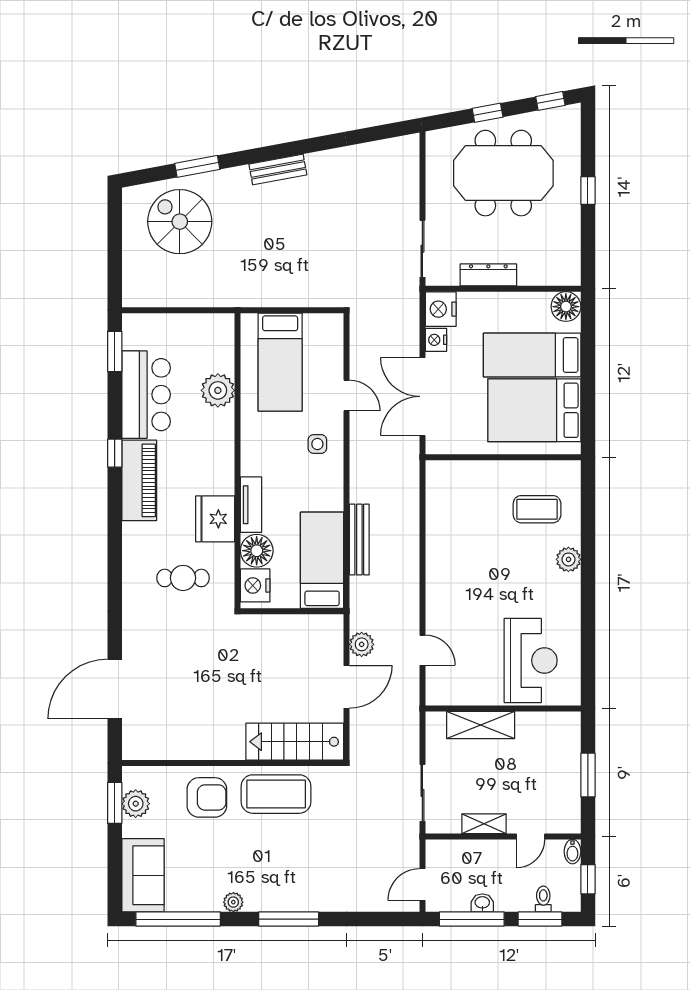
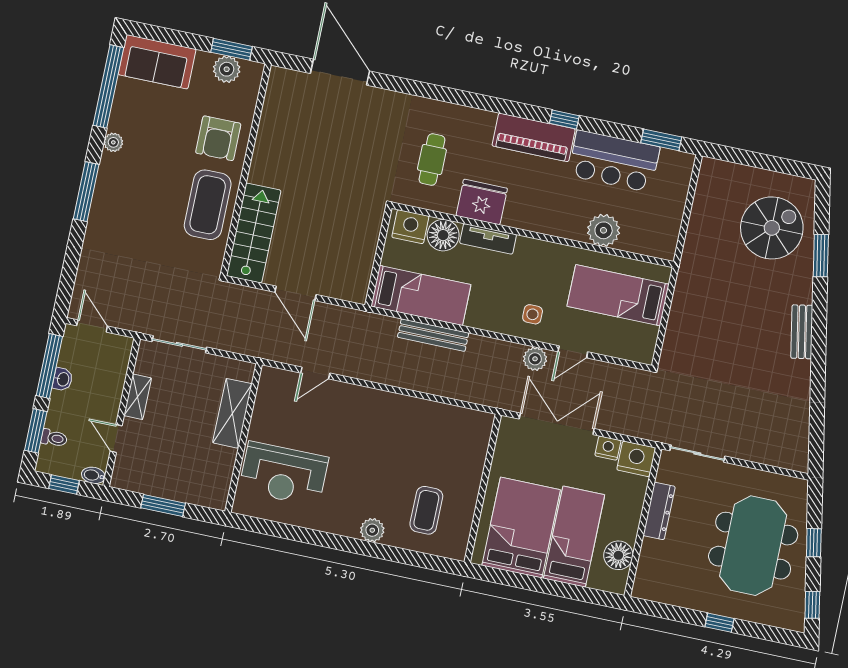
floor lamp: (566, 307) -> (618, 555), moved
plant: (362, 644) -> (535, 359), moved

